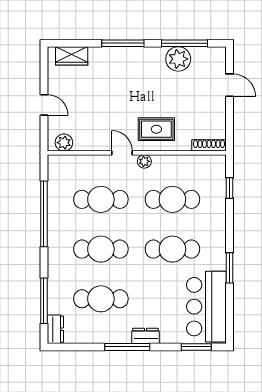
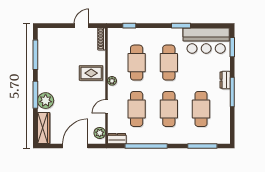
wardrobe: (72, 56) -> (44, 128), width x1.50
plant: (178, 59) -> (46, 101), moved
door: (229, 85) -> (82, 26), moved
door: (44, 105) -> (75, 146), width x1.88
rug: (156, 129) -> (91, 73), turned 90
door: (122, 153) -> (106, 106), moved
dresser: (55, 329) -> (117, 139), moved

